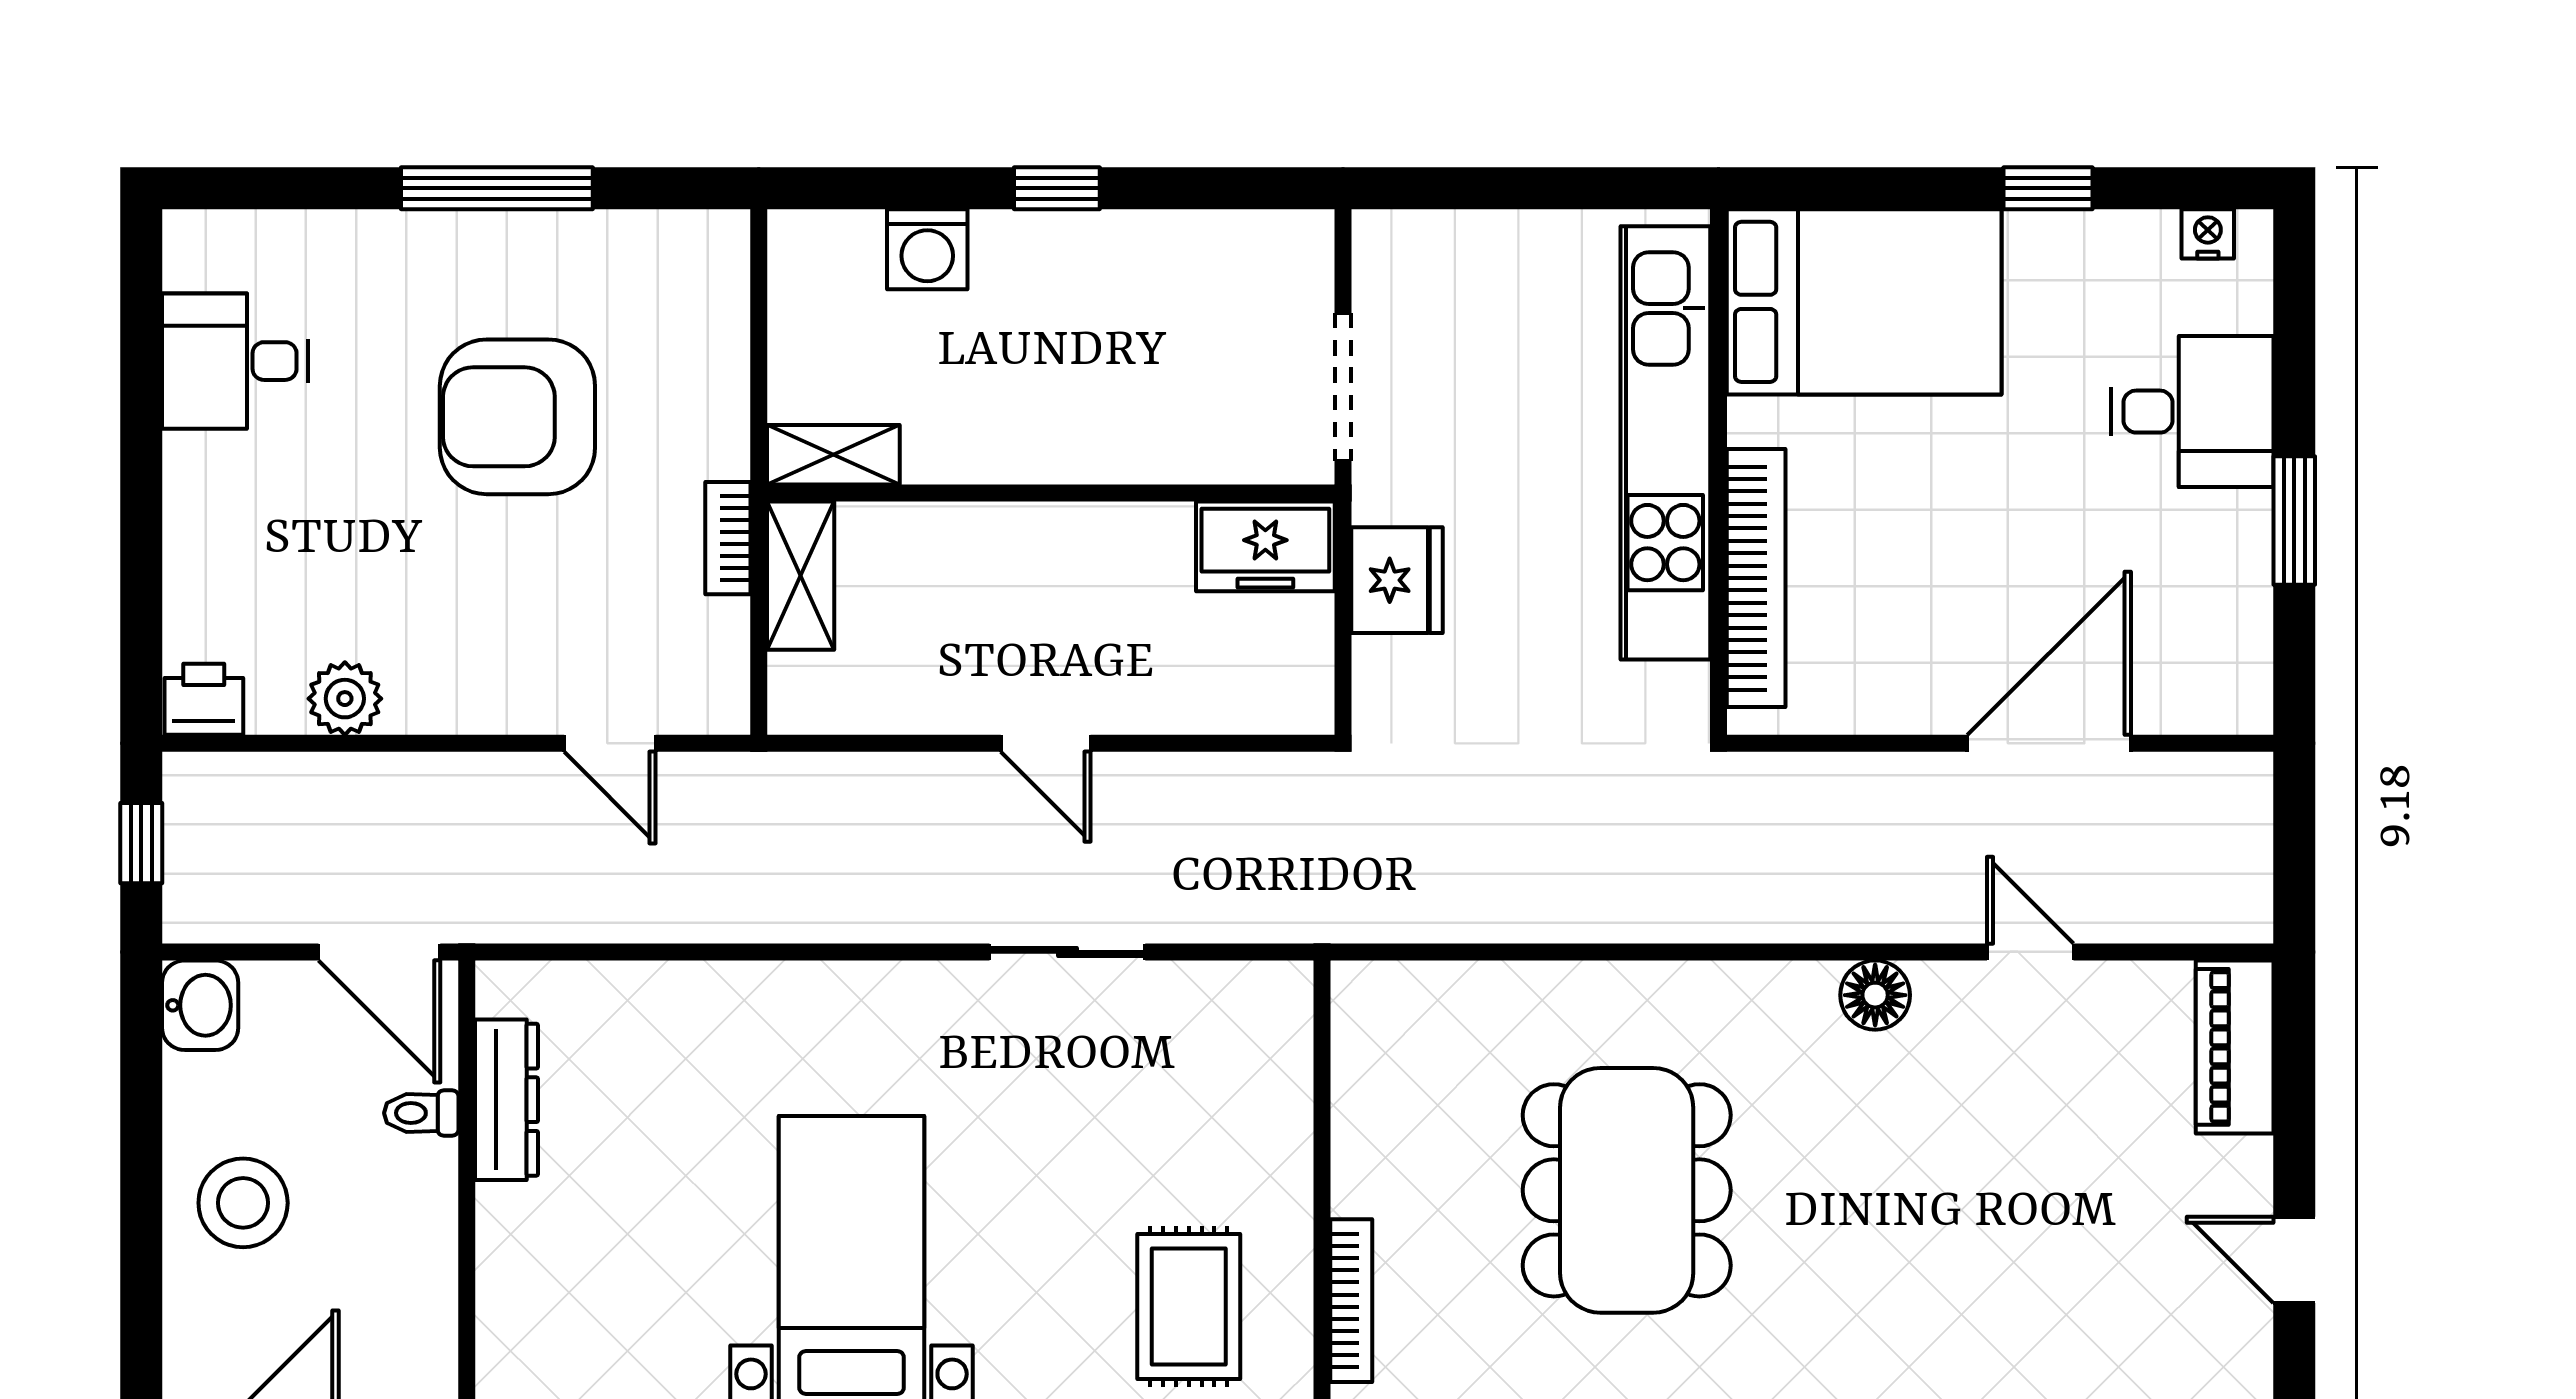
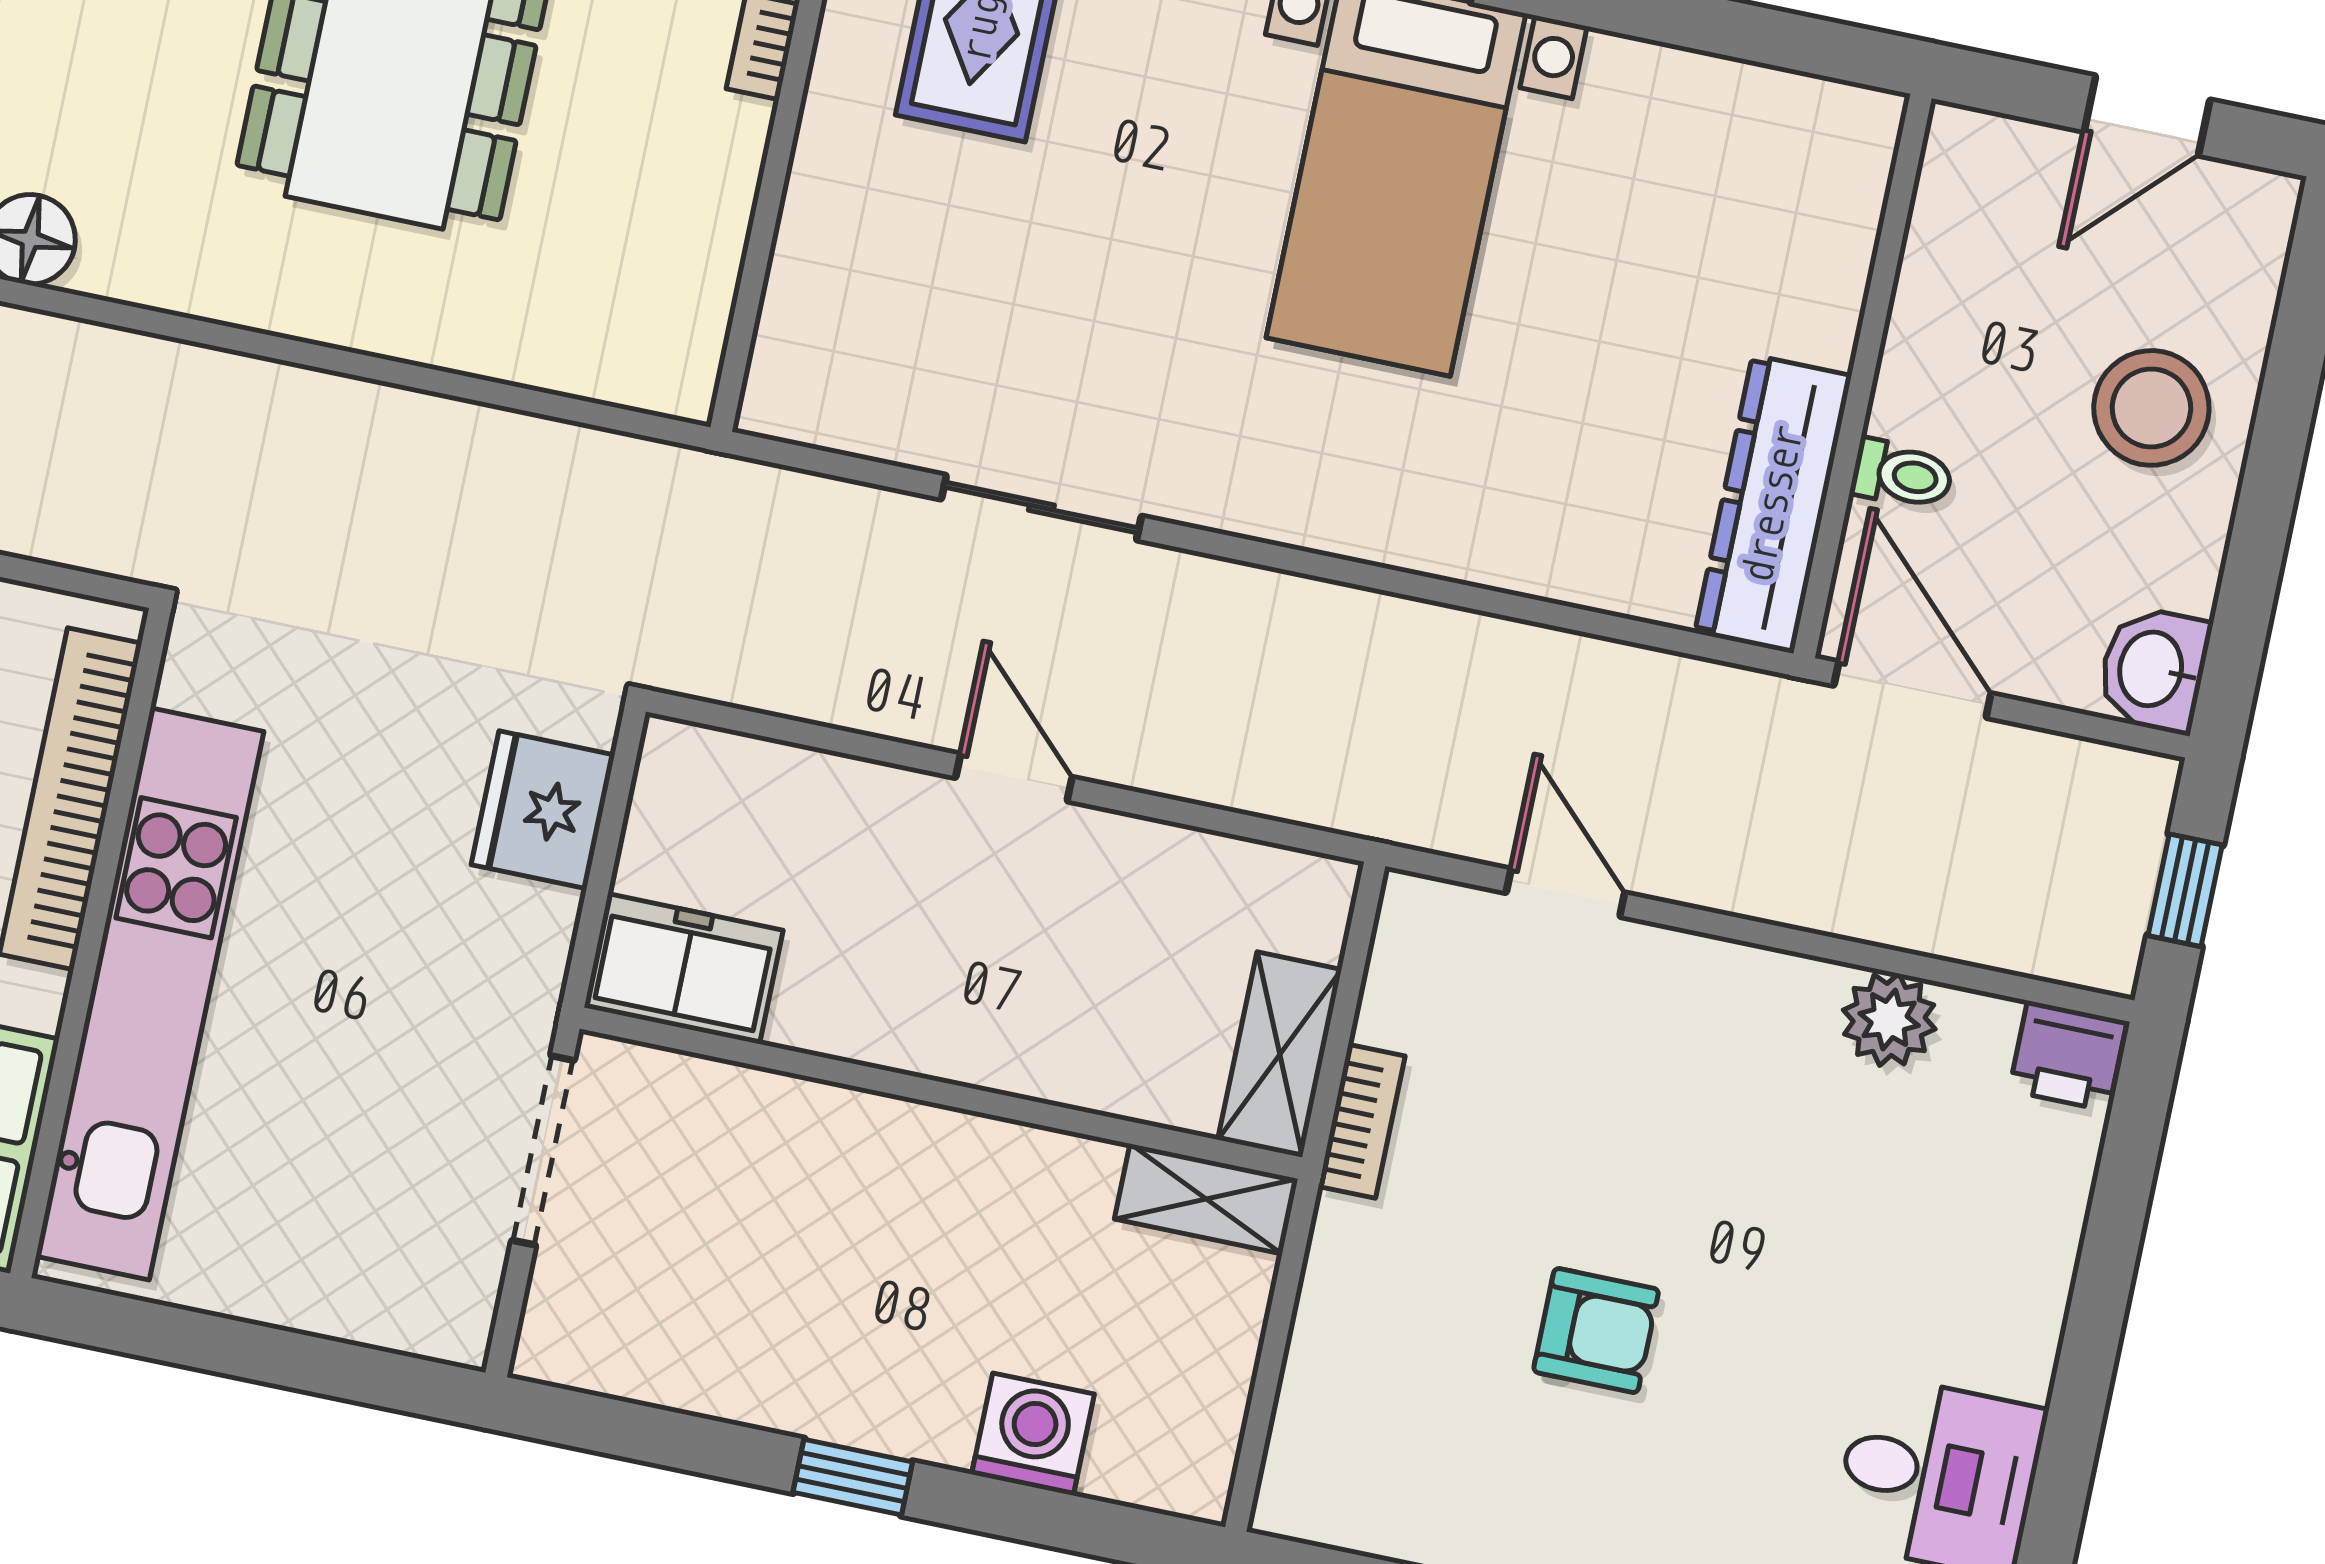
armchair: (517, 417) -> (1596, 1331), width x0.53, depth x0.53
fridge: (1397, 580) -> (543, 810), moved
dresser: (506, 1100) -> (1773, 504), width x1.37, depth x1.24

